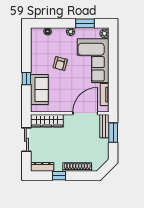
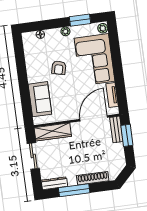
window: (26, 79) -> (24, 89), removed
window: (59, 176) -> (74, 190), width x2.17

